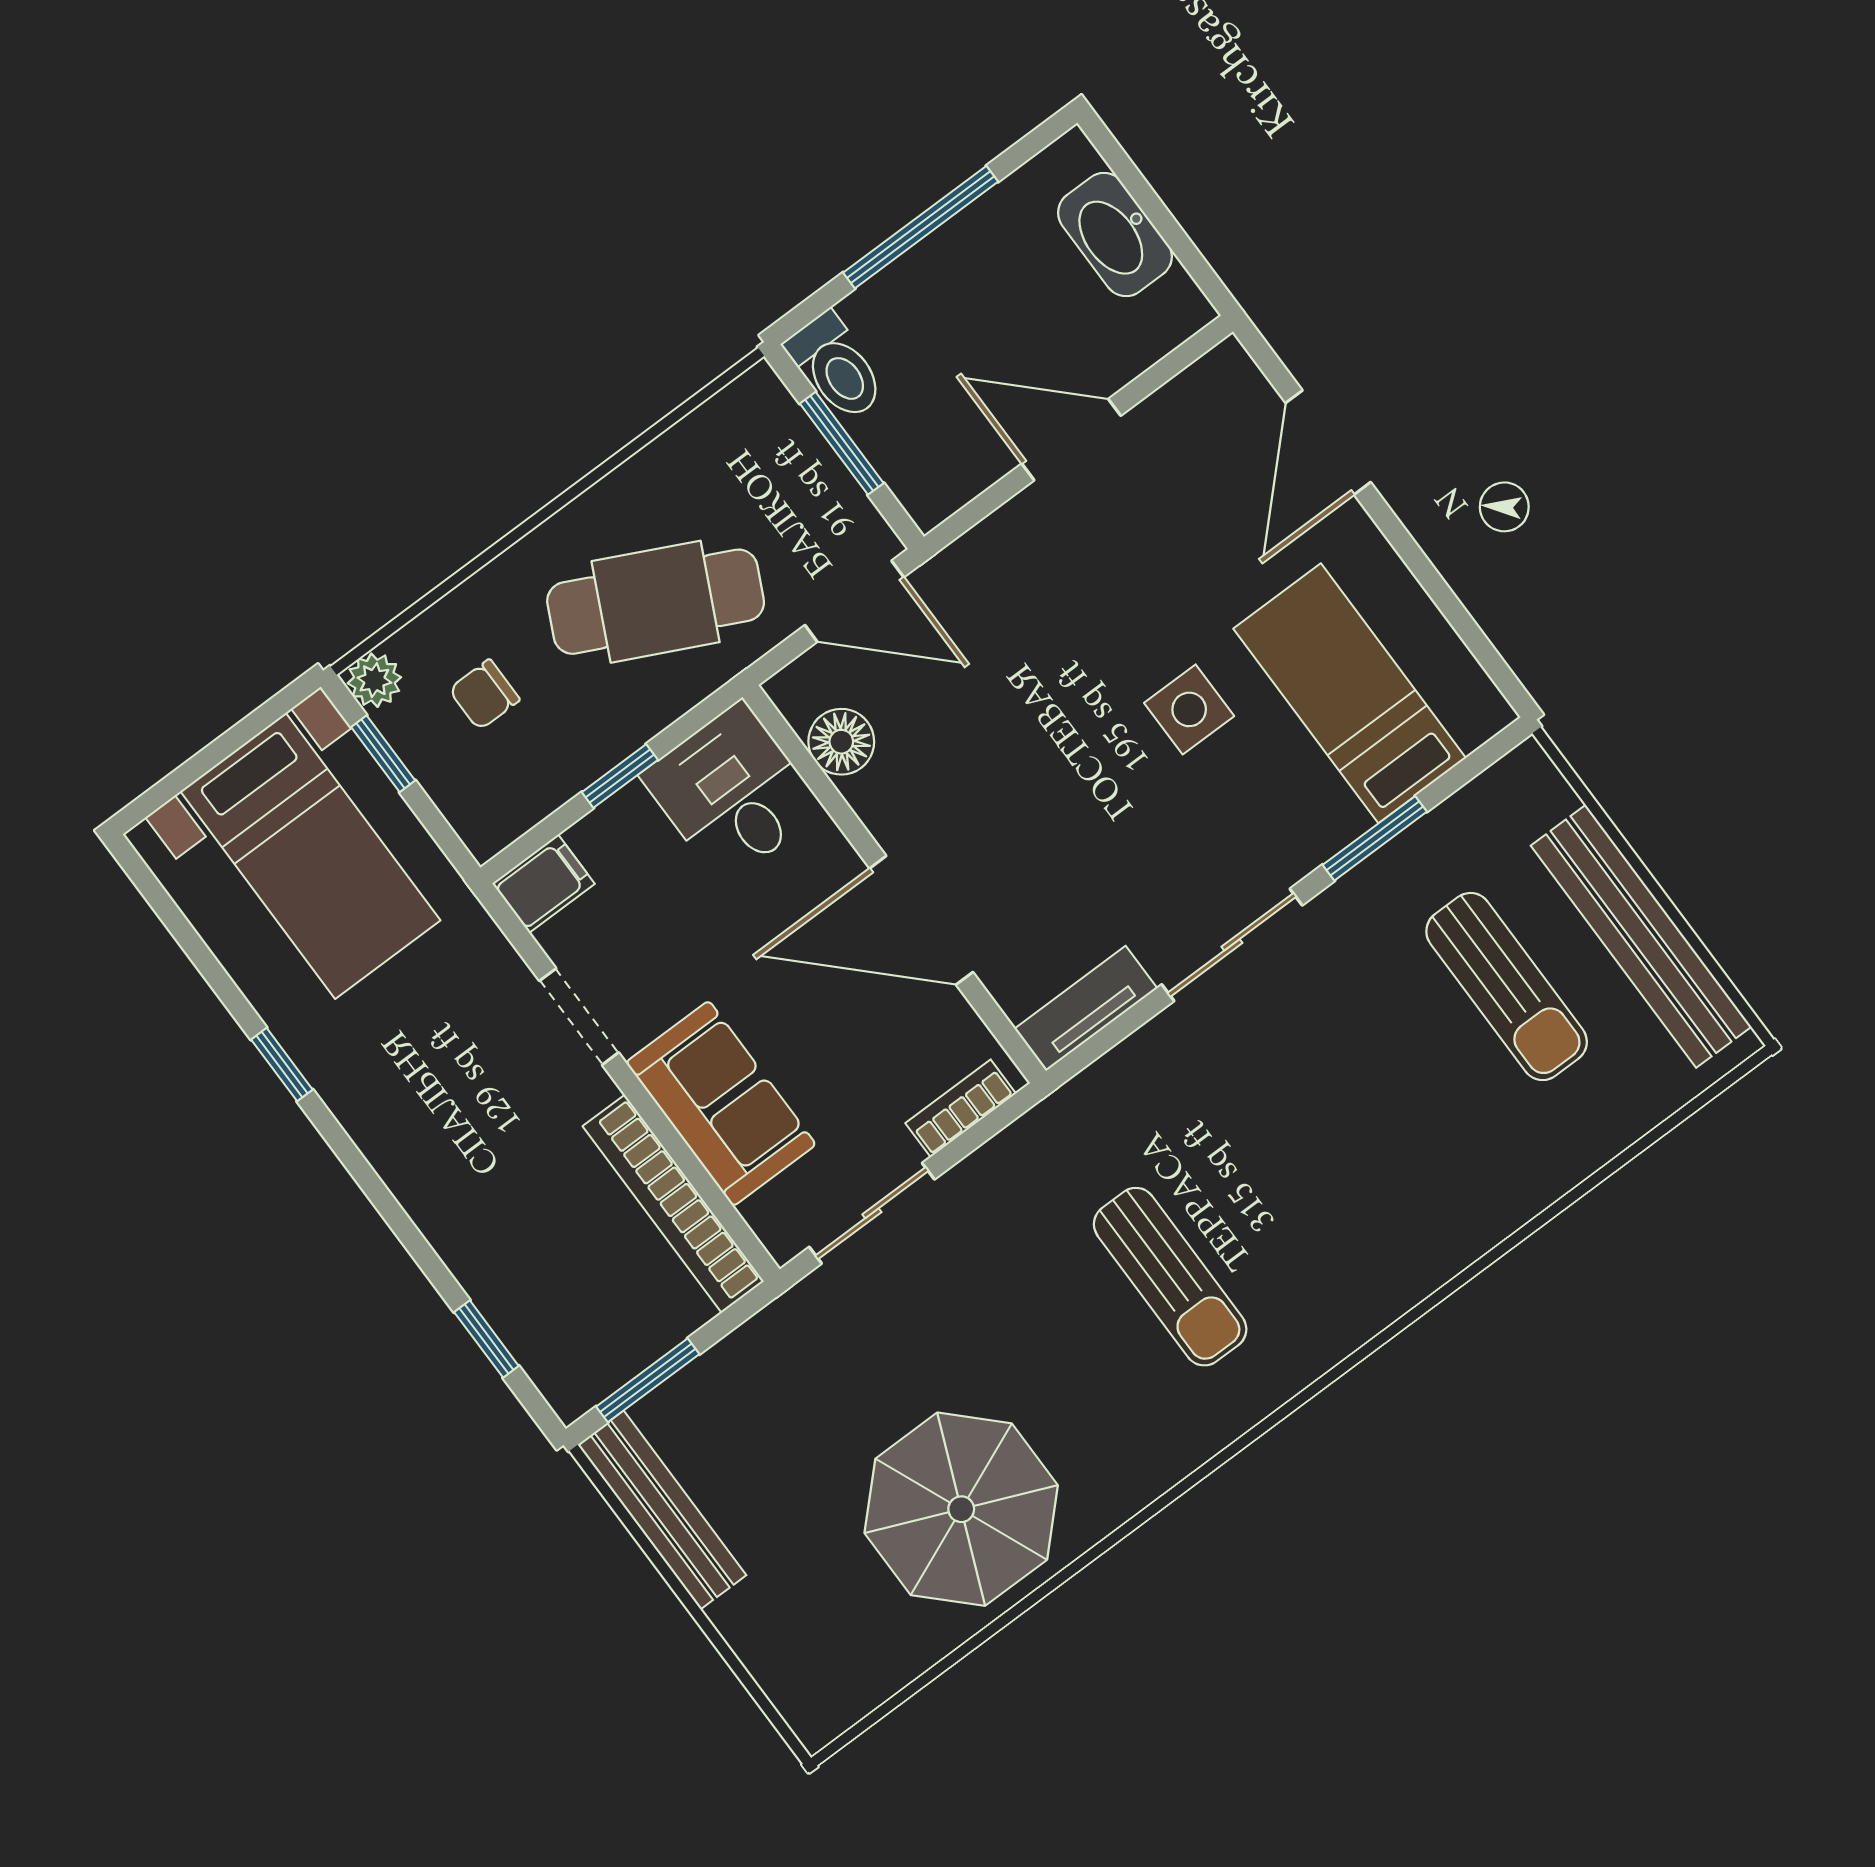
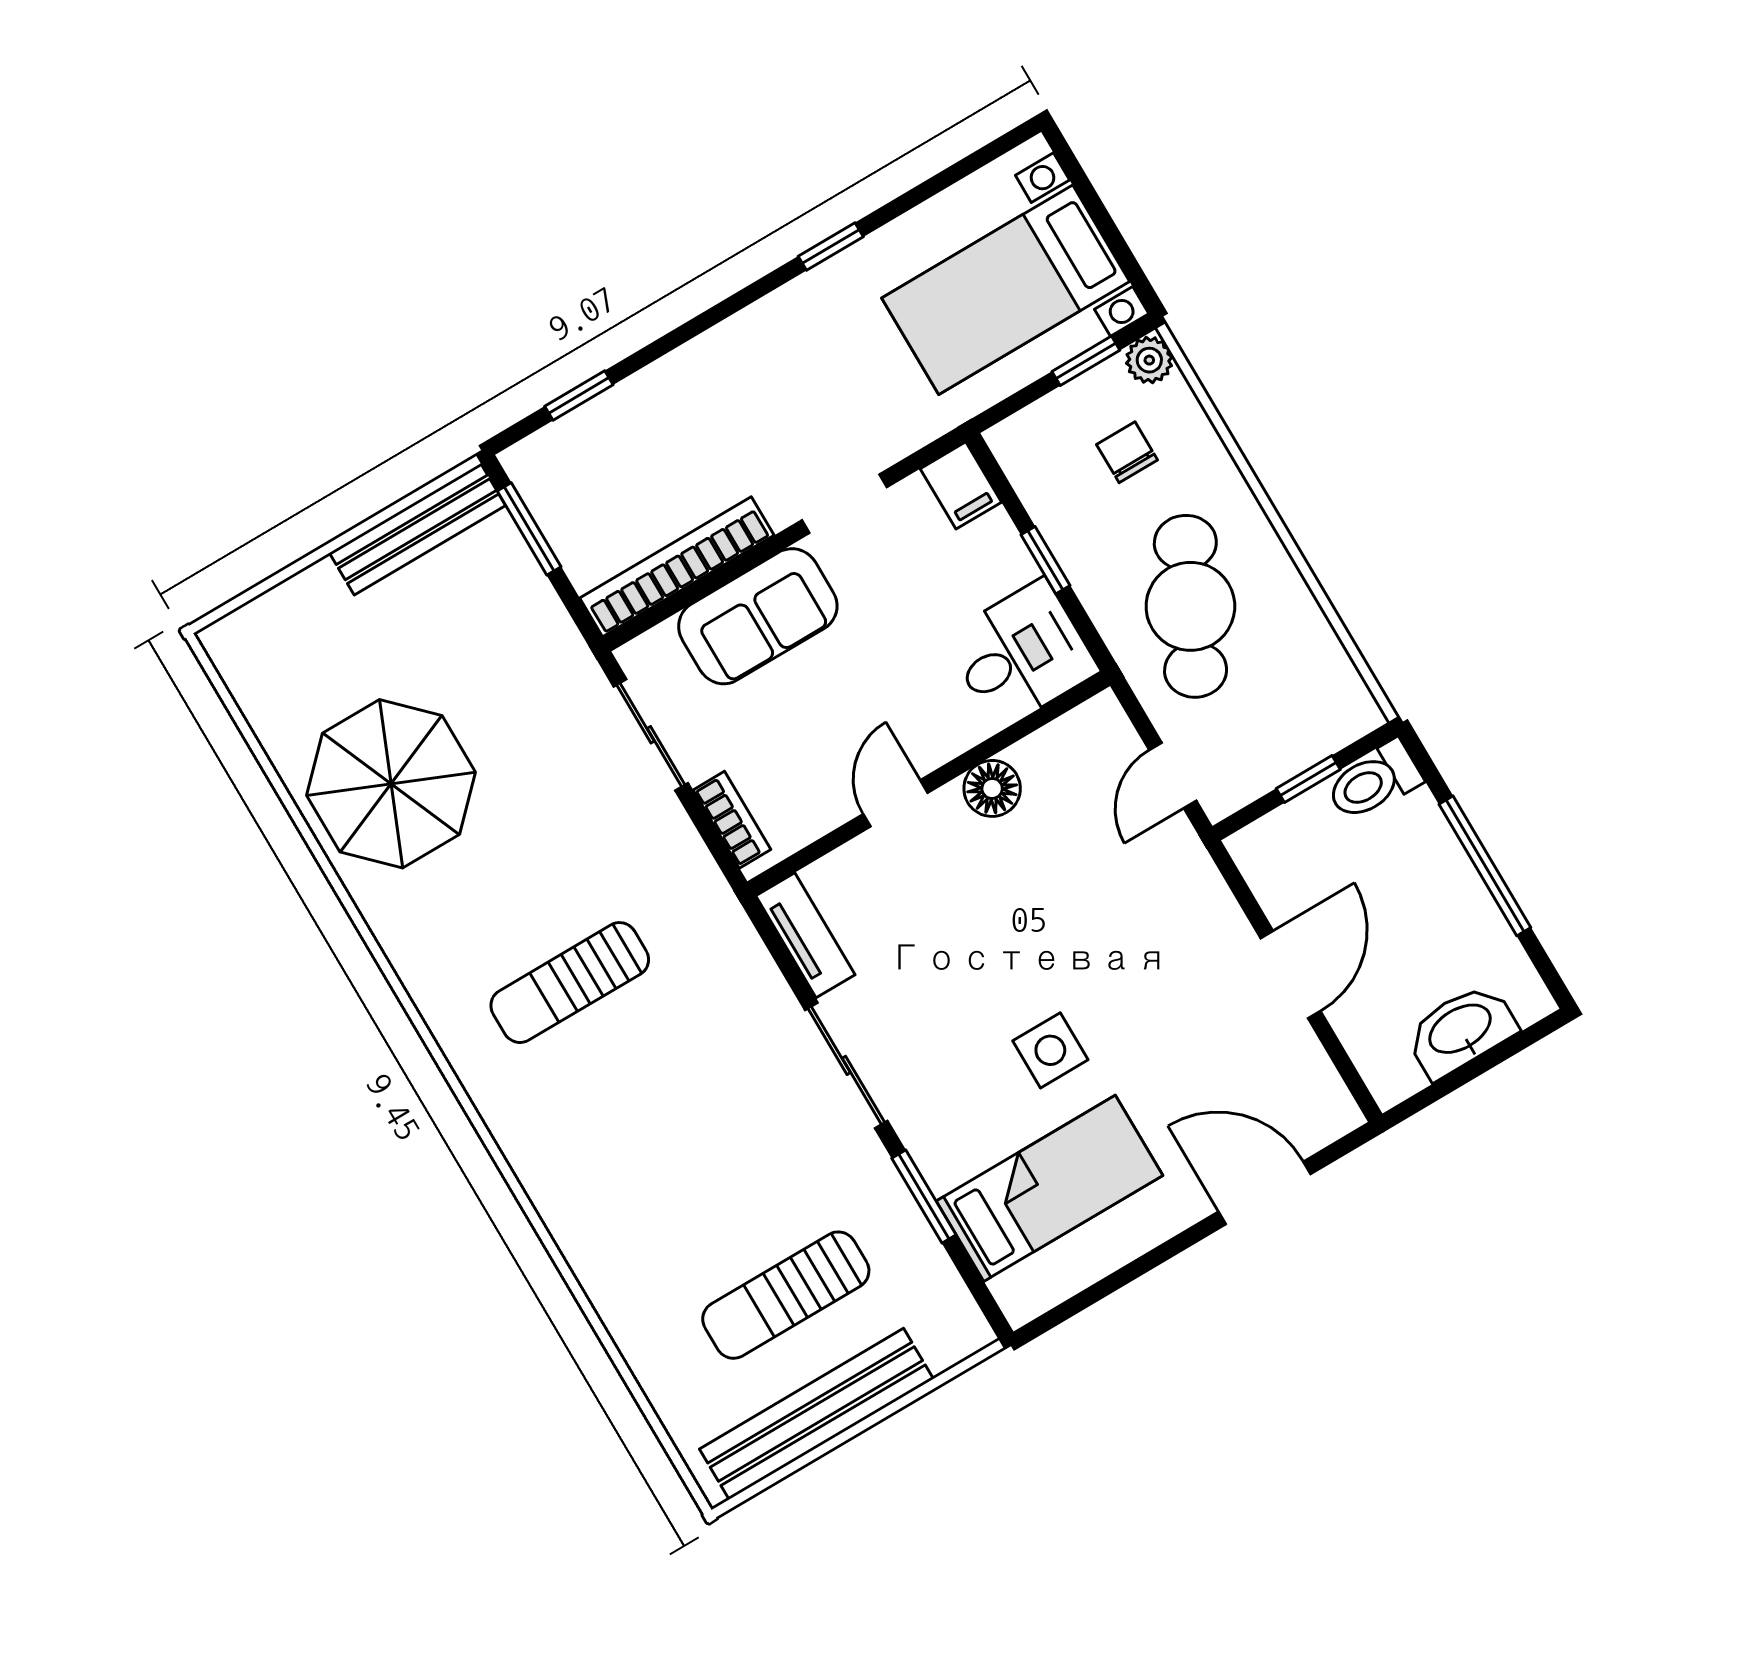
window: (842, 443) -> (1308, 779), width x0.67
door: (854, 601) -> (1173, 775), width x0.73
floor lamp: (841, 742) -> (992, 788), moved
door: (921, 920) -> (895, 803), width x0.53

